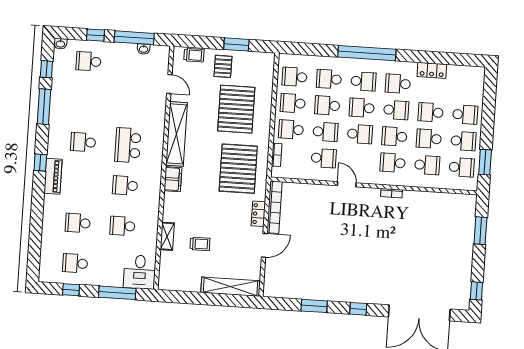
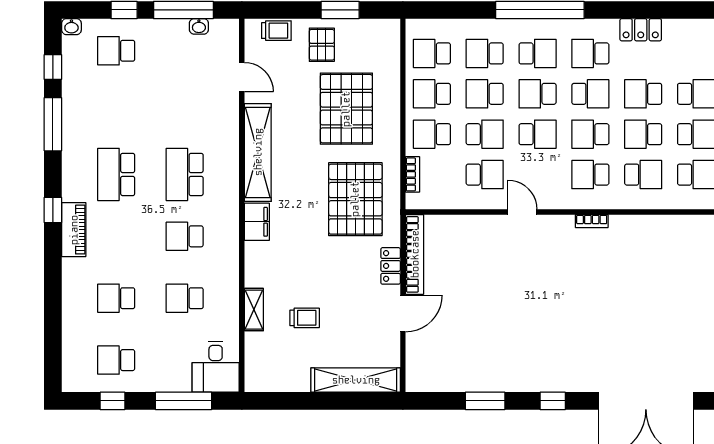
school desk: (83, 142) -> (116, 174), width x1.85

